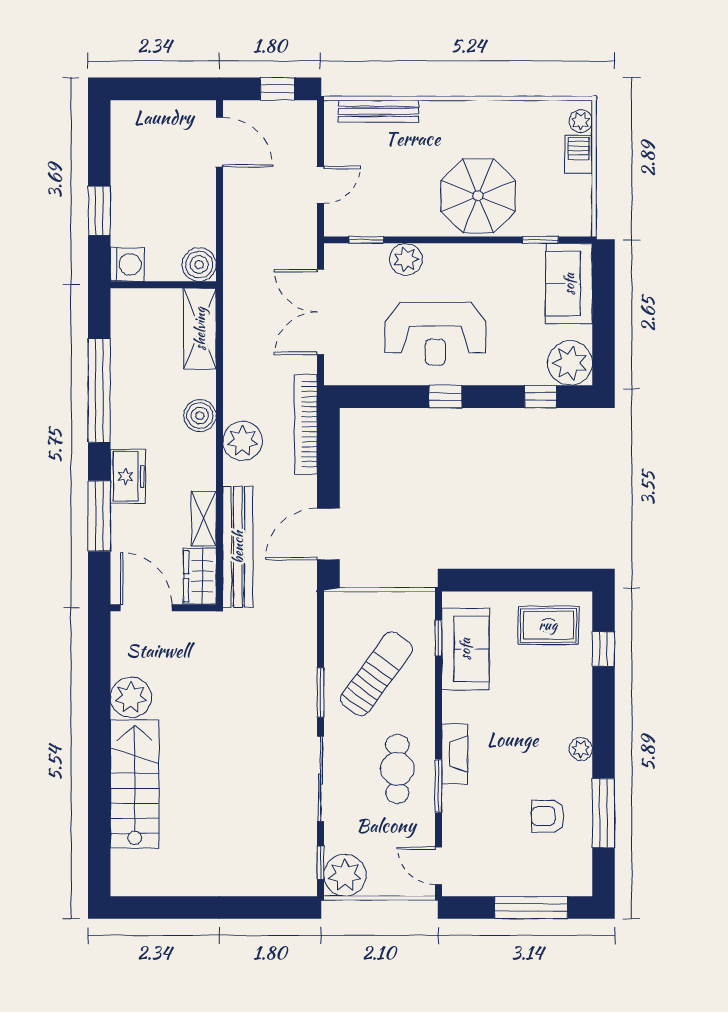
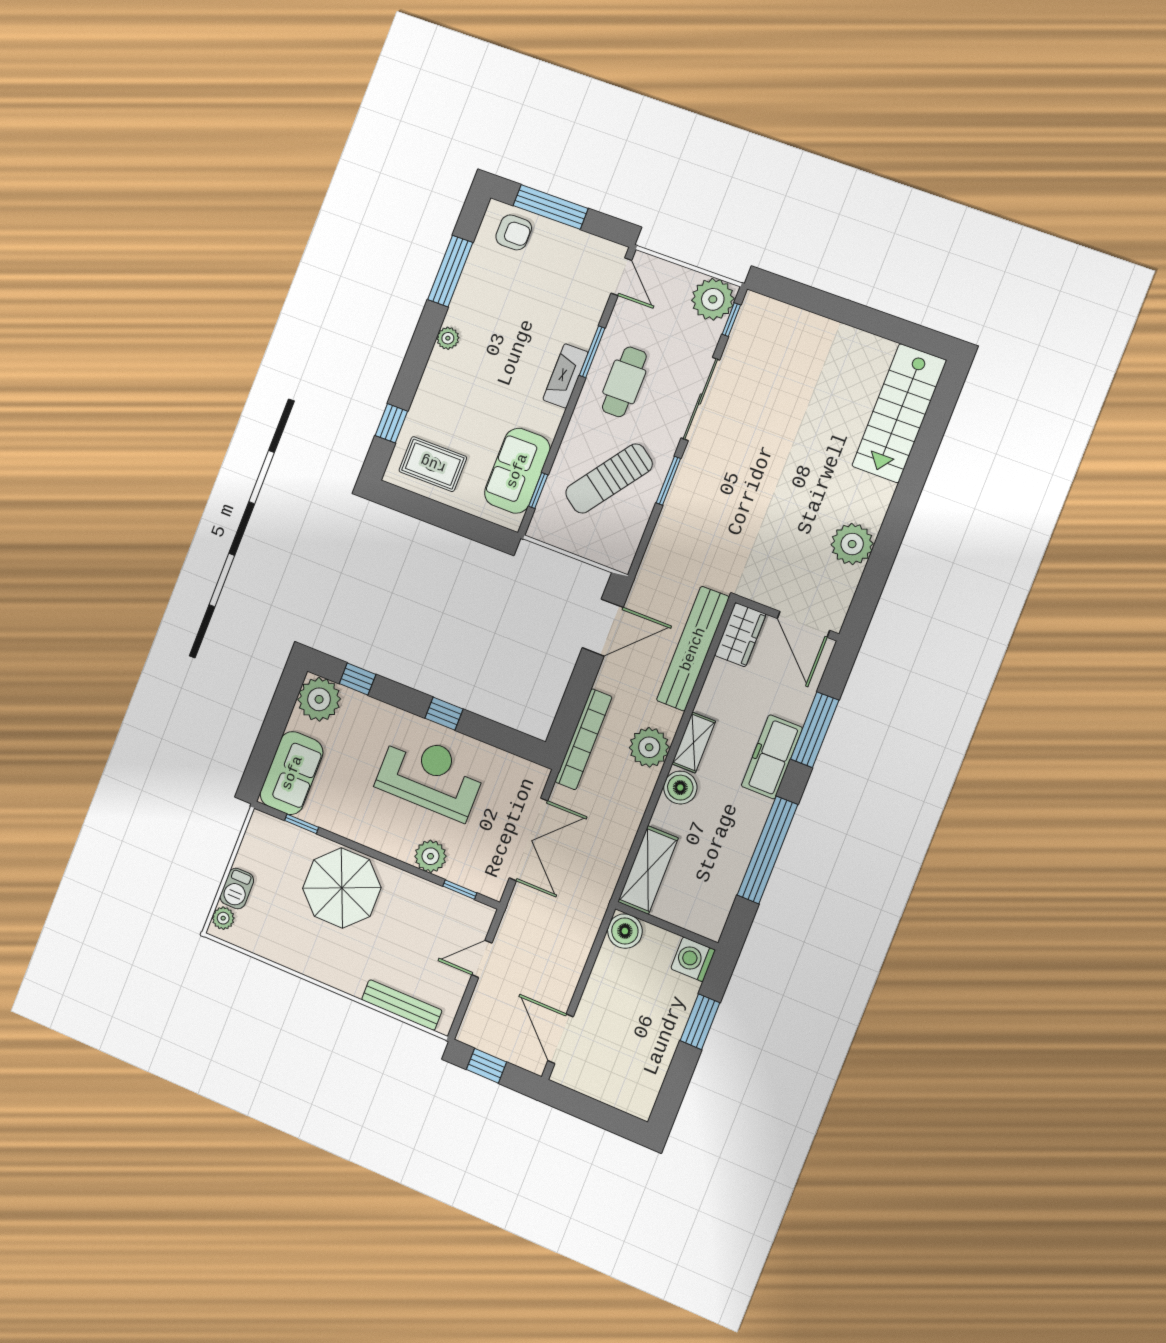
freezer: (128, 476) -> (772, 757), width x1.40
shelving: (204, 518) -> (694, 742), moved
stairs: (135, 784) -> (899, 413), moved
armchair: (548, 816) -> (514, 232), moved

